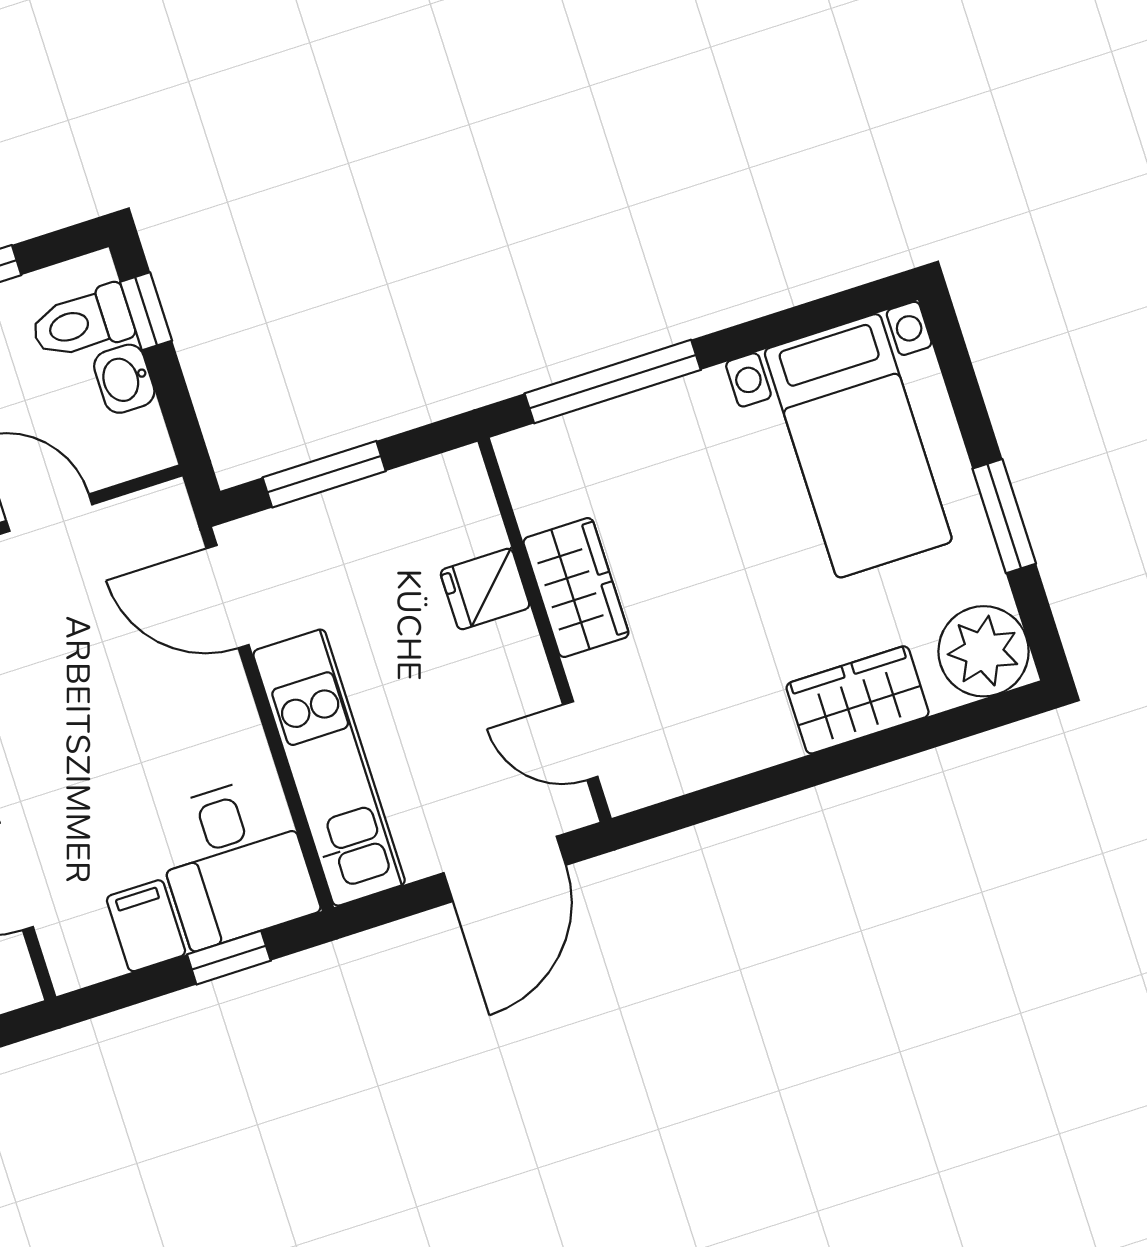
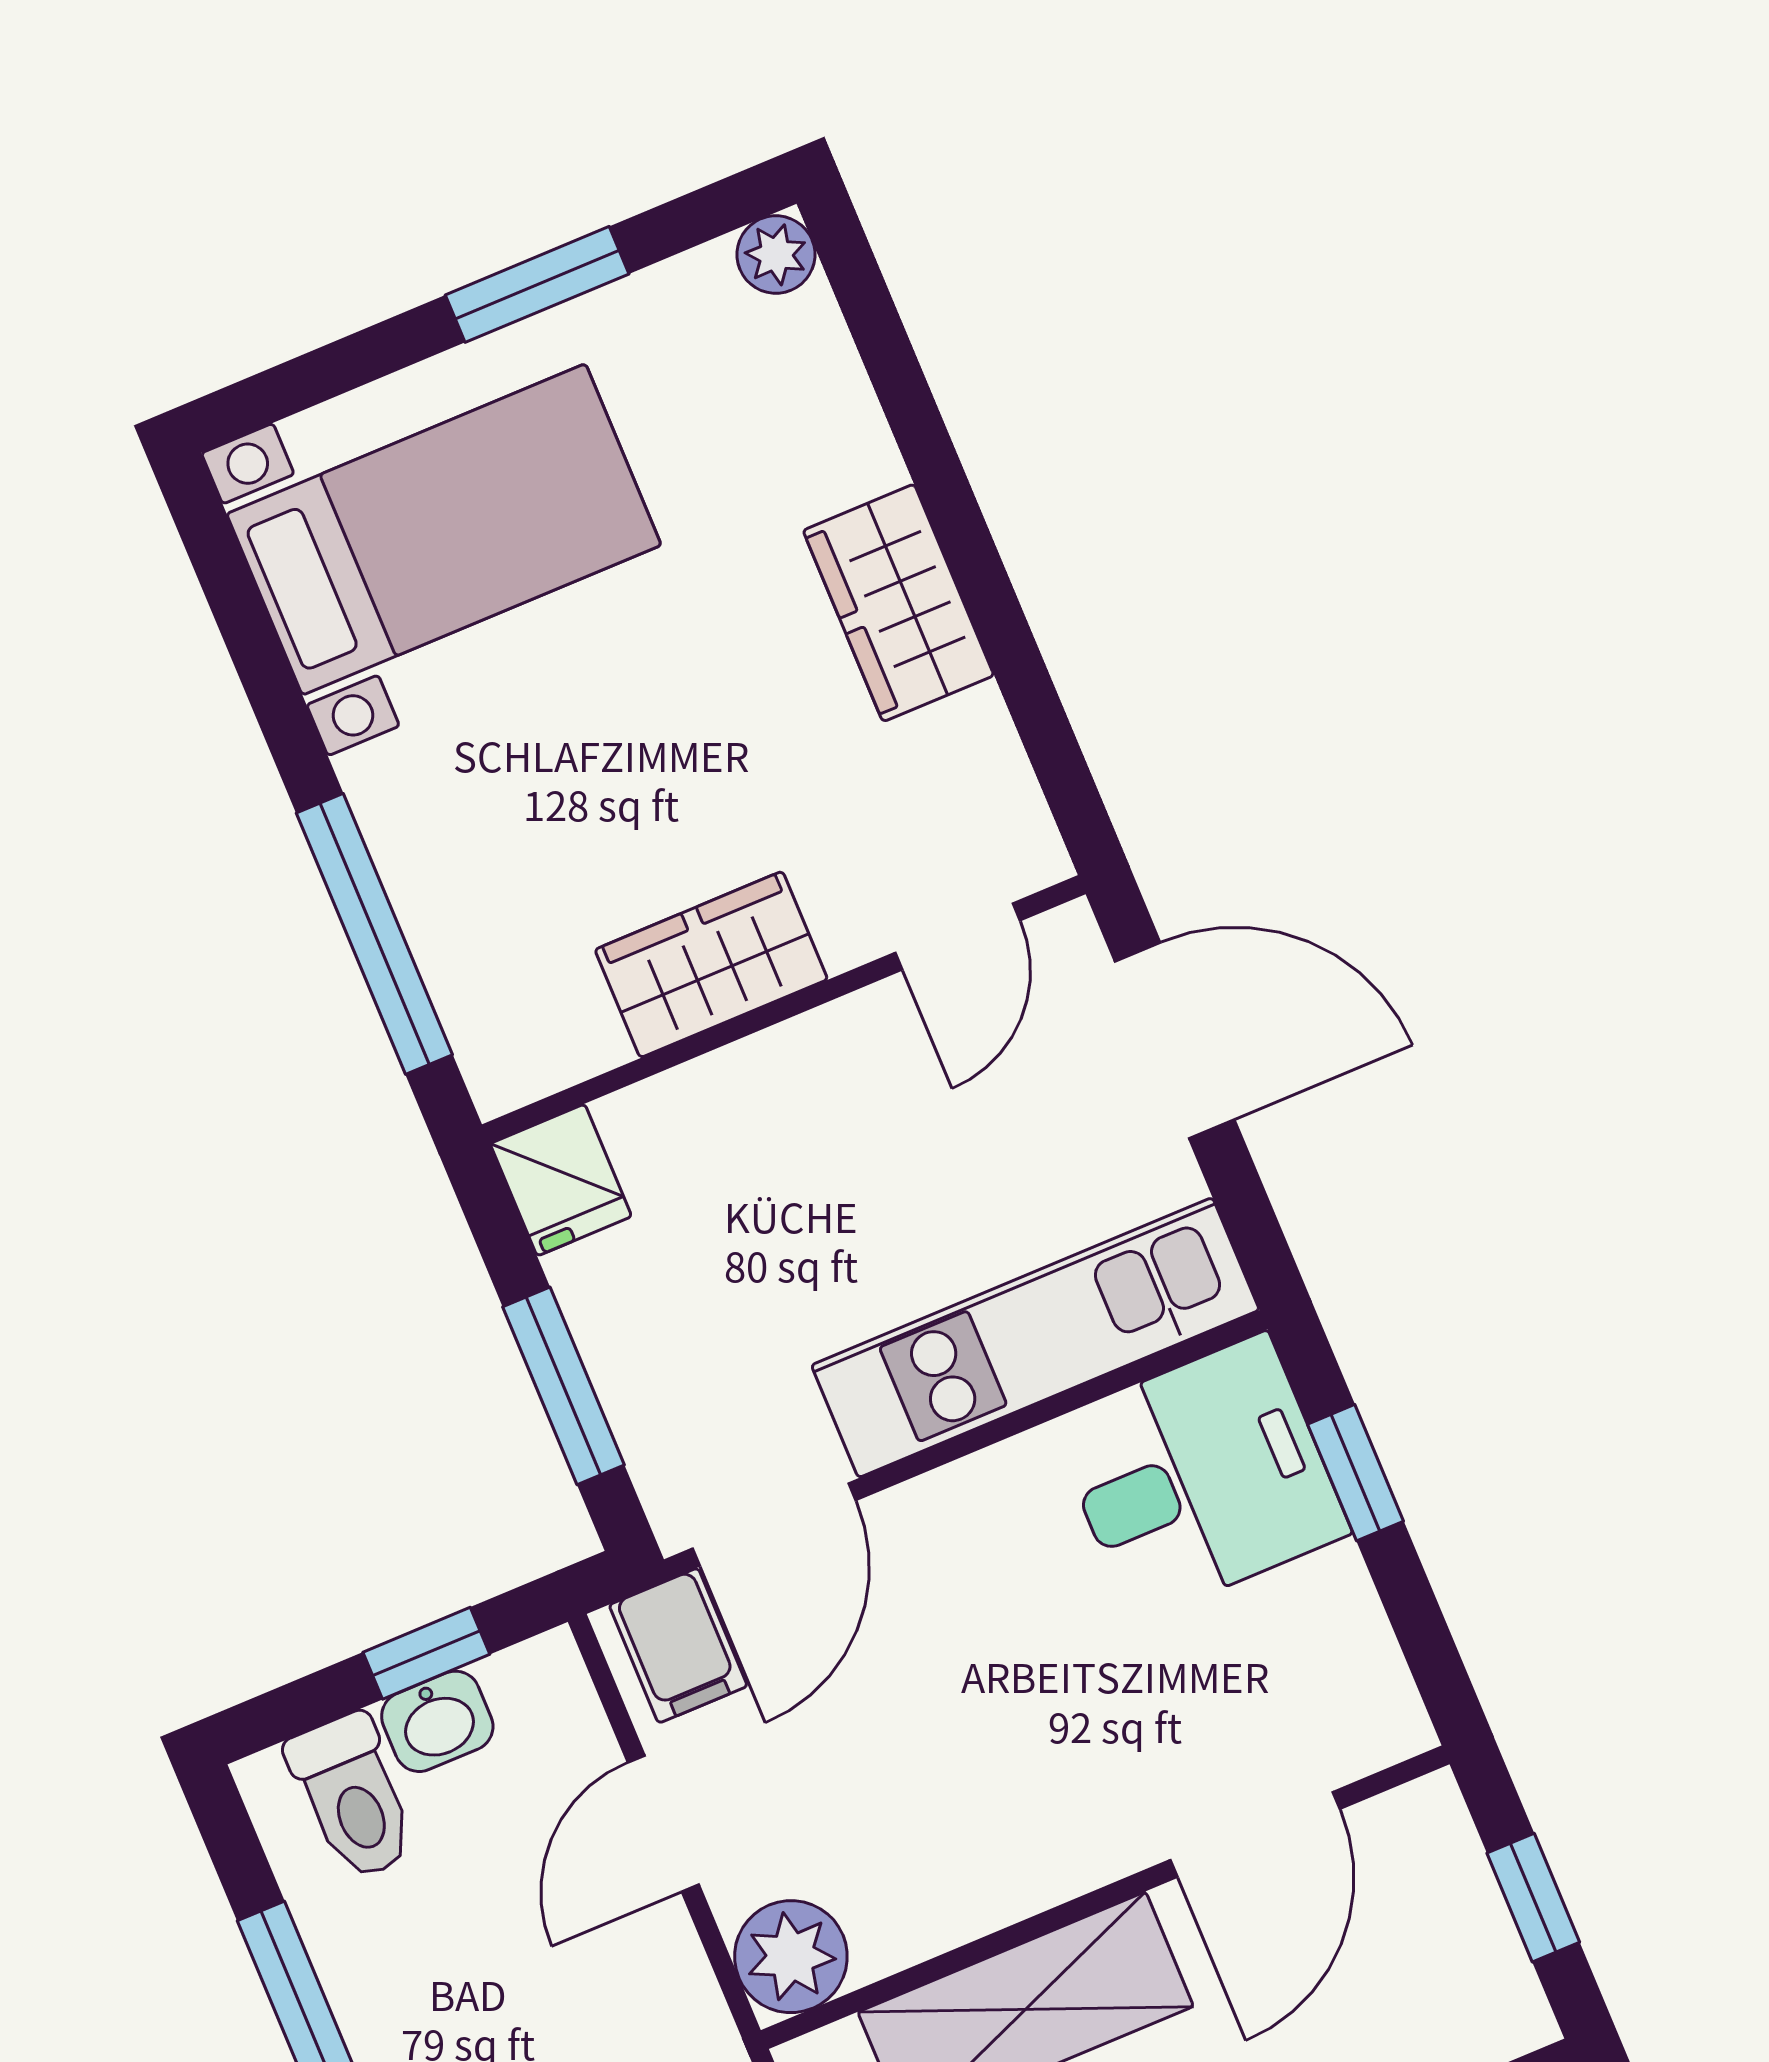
window: (146, 311) -> (426, 1653), moved
fridge: (485, 589) -> (561, 1180), moved
plant: (984, 651) -> (776, 255), width x0.53, depth x0.53
wardrobe: (858, 700) -> (899, 603), moved
filing cabinet: (146, 926) -> (678, 1646), moved, turned -90

